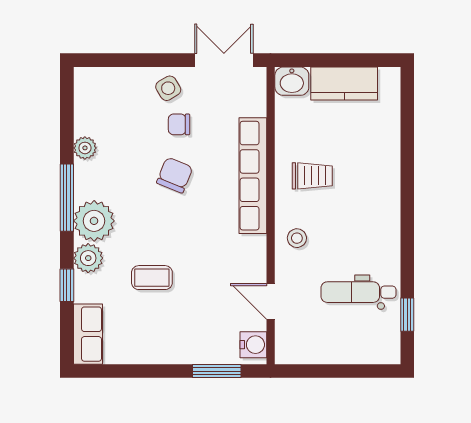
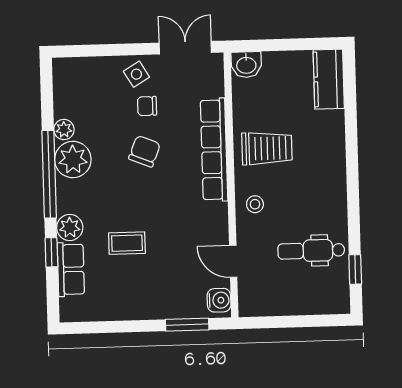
kitchen counter: (344, 84) -> (329, 79), moved, turned 90
trolley: (312, 176) -> (267, 148), width x1.36, depth x1.39
window: (67, 198) -> (49, 174), width x1.46
plant: (94, 221) -> (73, 160), moved
row of seats: (88, 334) -> (71, 269), moved

